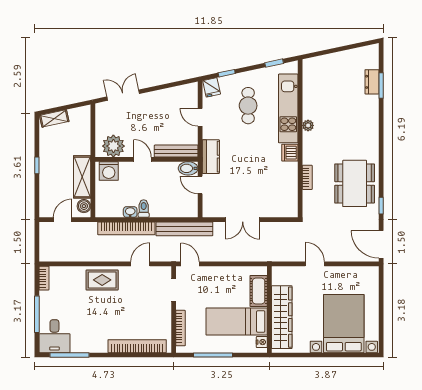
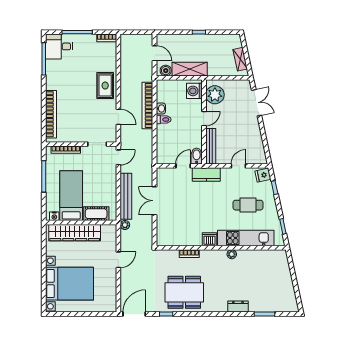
dresser: (372, 82) -> (238, 307), moved
shelving: (54, 118) -> (240, 59), moved
bench: (184, 229) -> (126, 196), moved
plant: (272, 256) -> (125, 225), added

